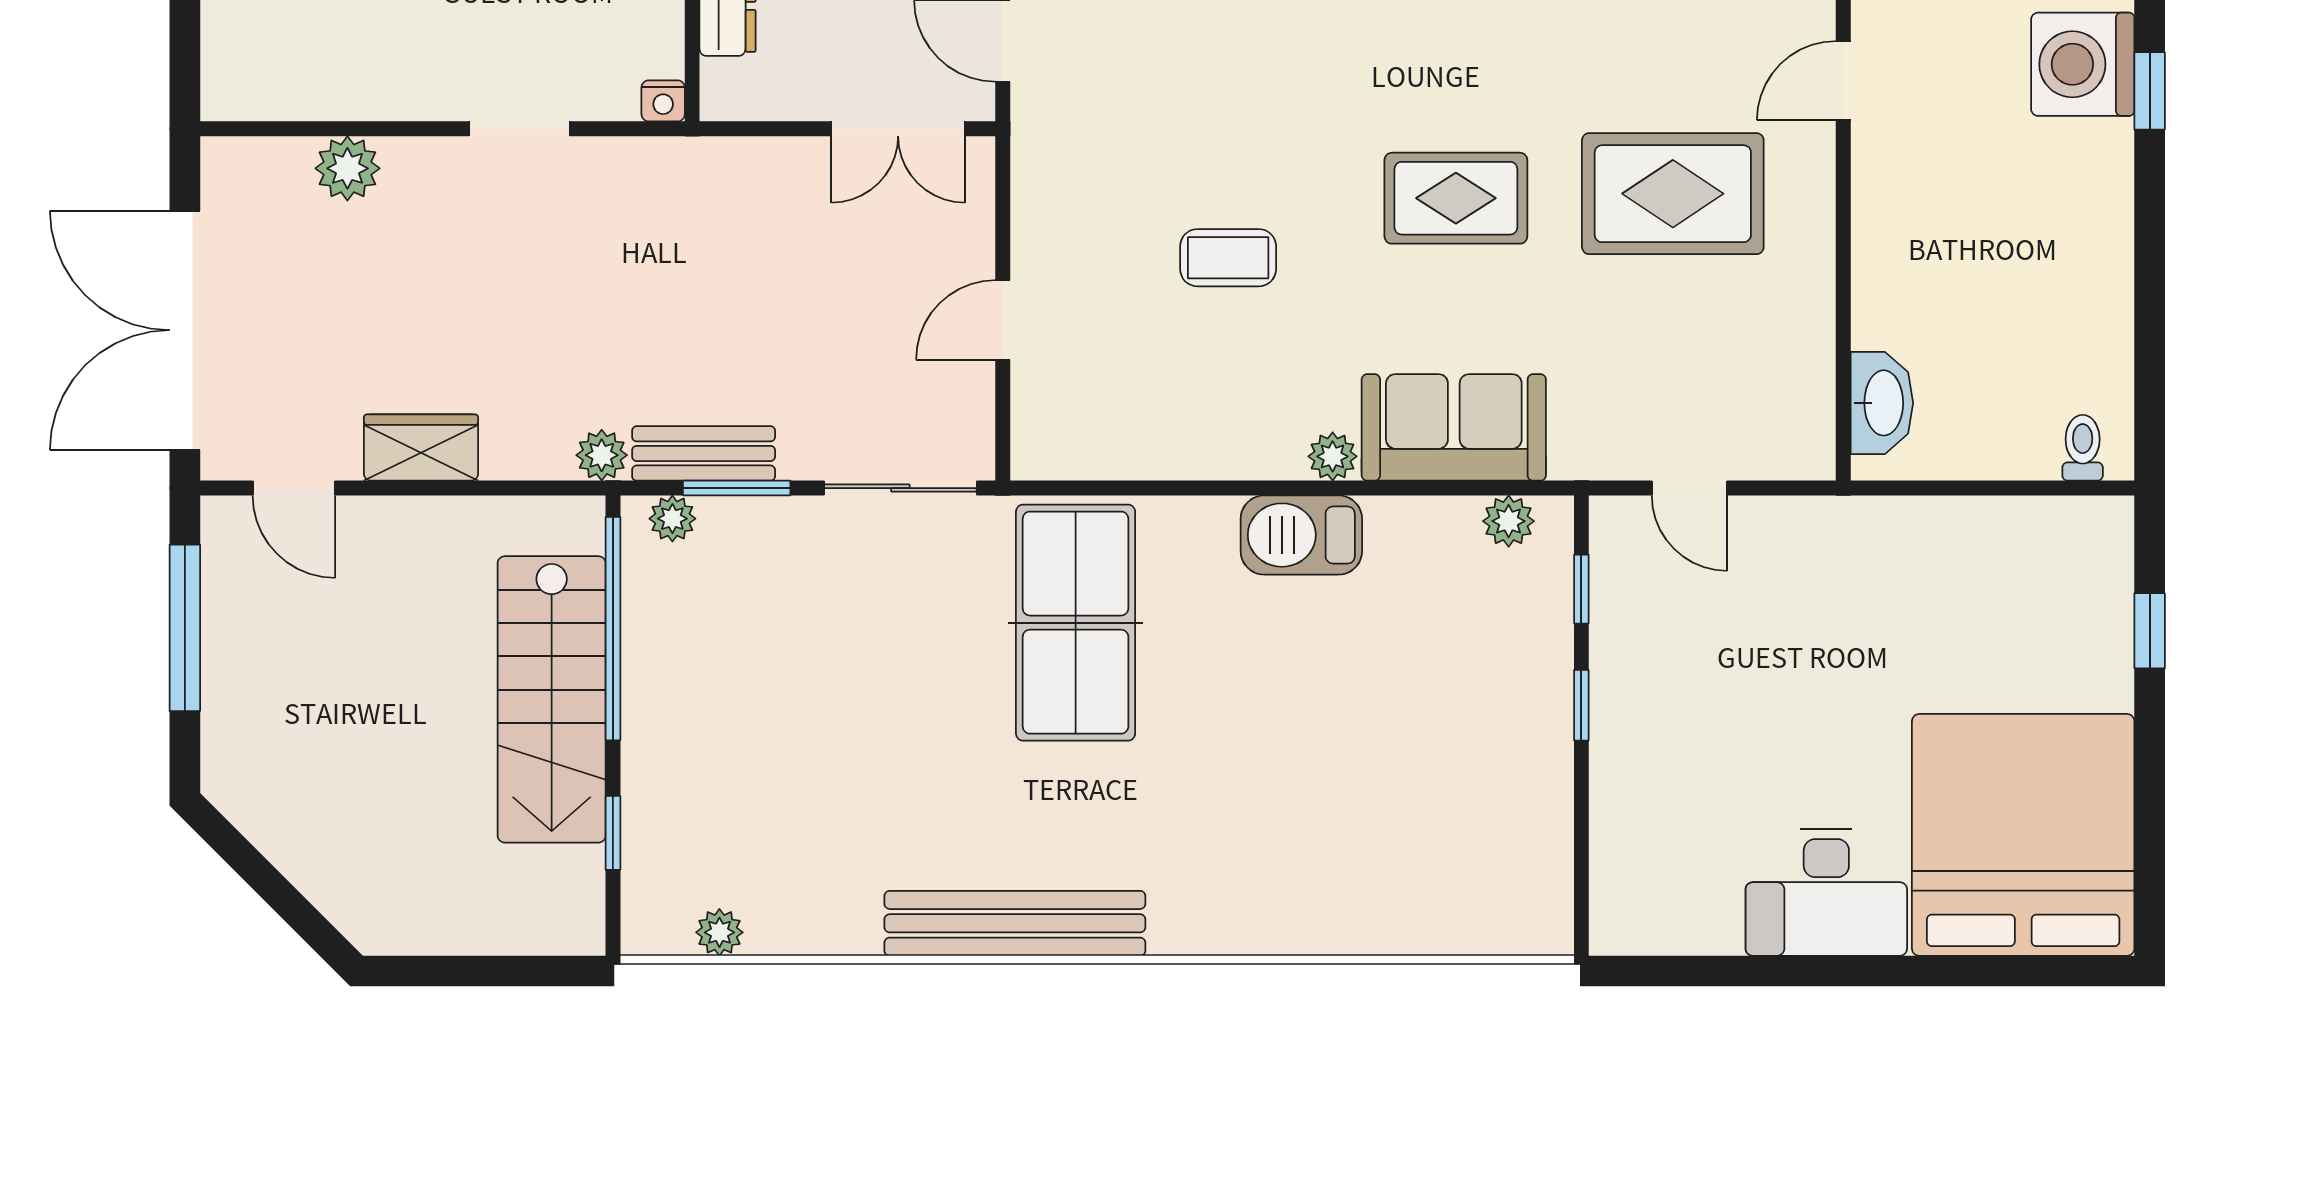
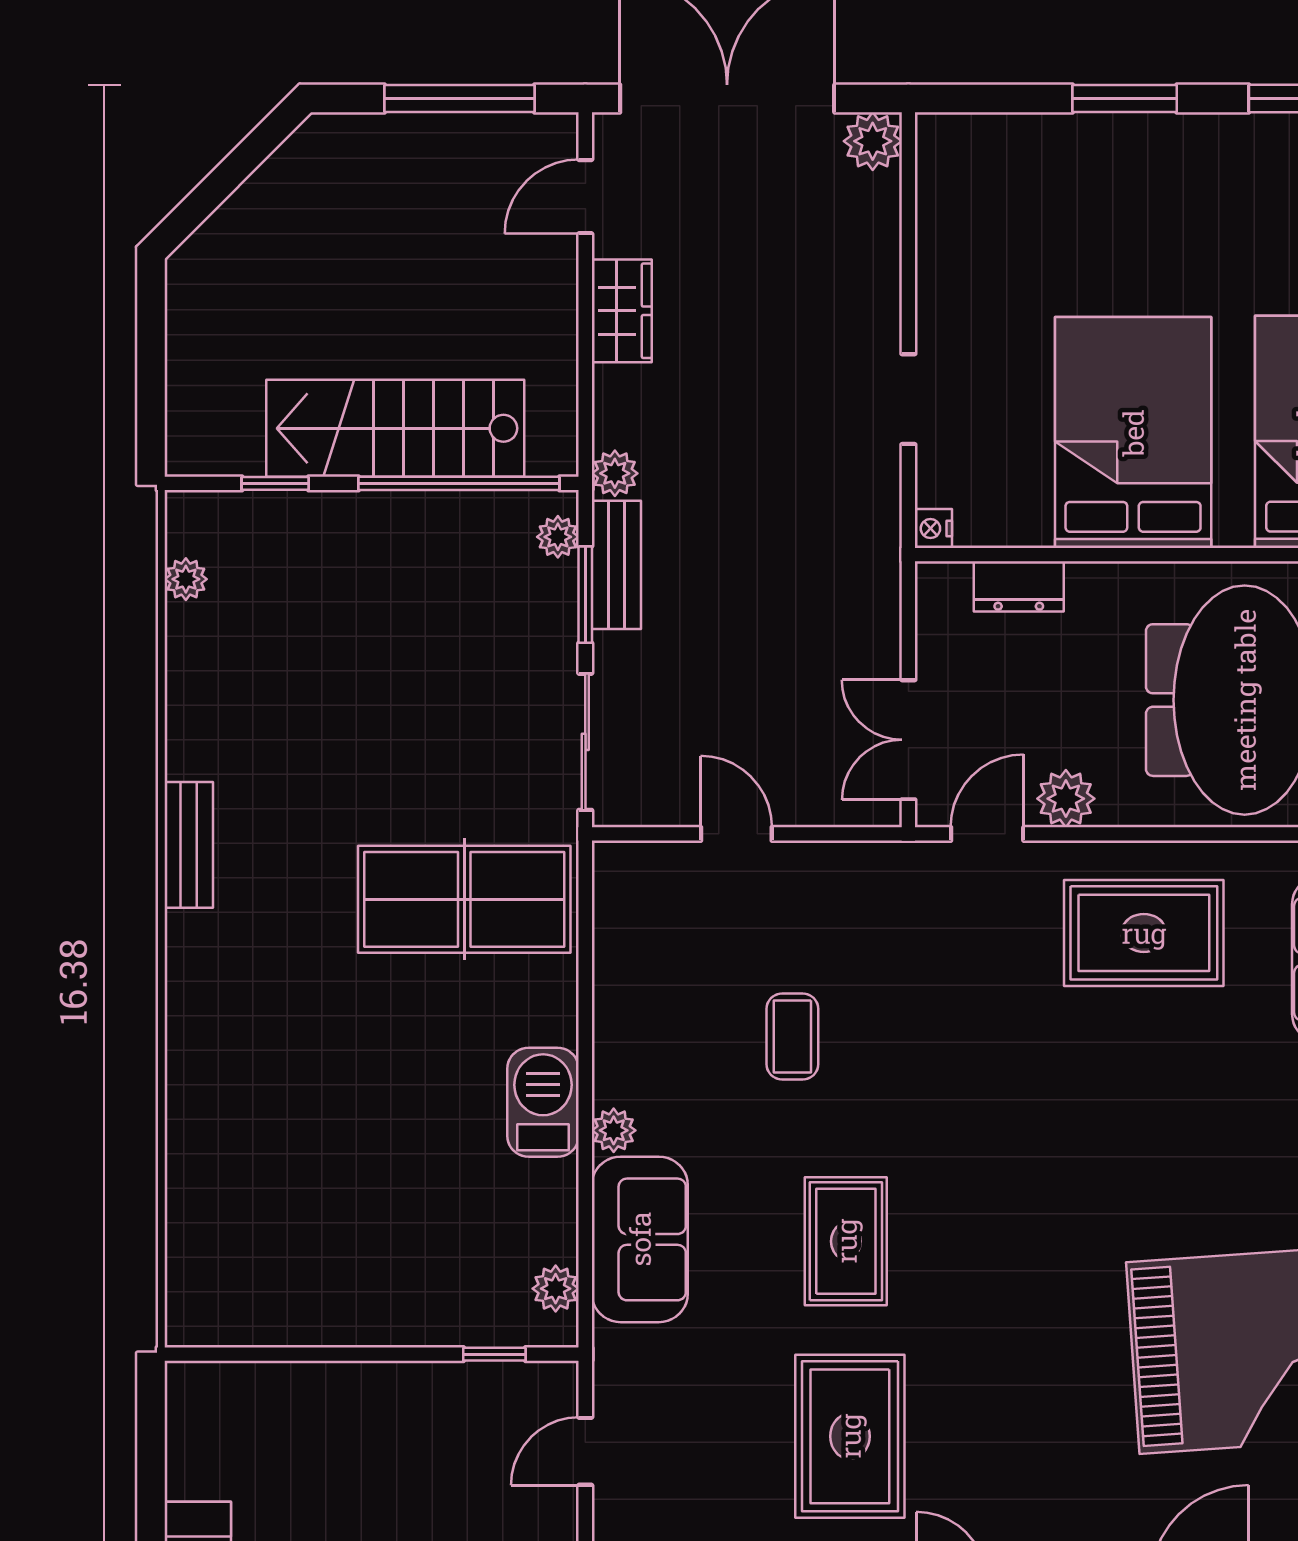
plant: (347, 168) -> (873, 141), moved
window: (1581, 705) -> (390, 1354), removed
bench: (1015, 923) -> (189, 845), width x0.54, depth x0.82

